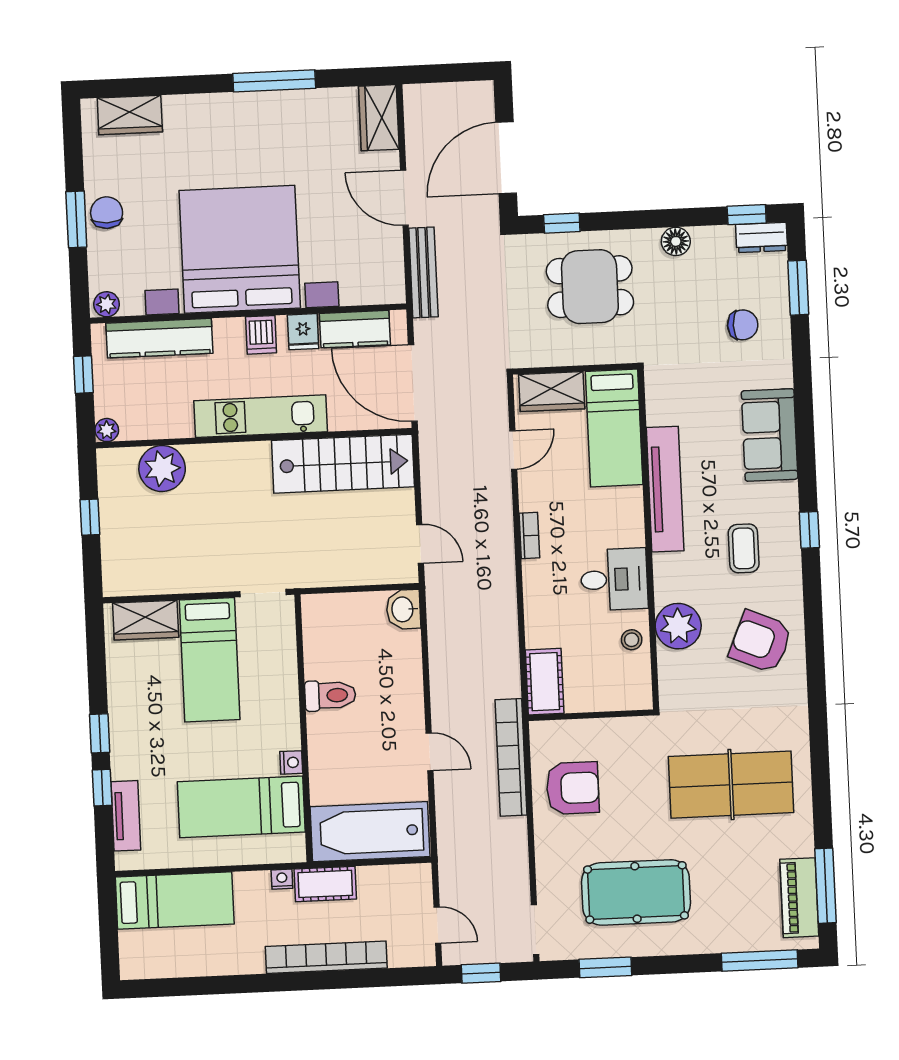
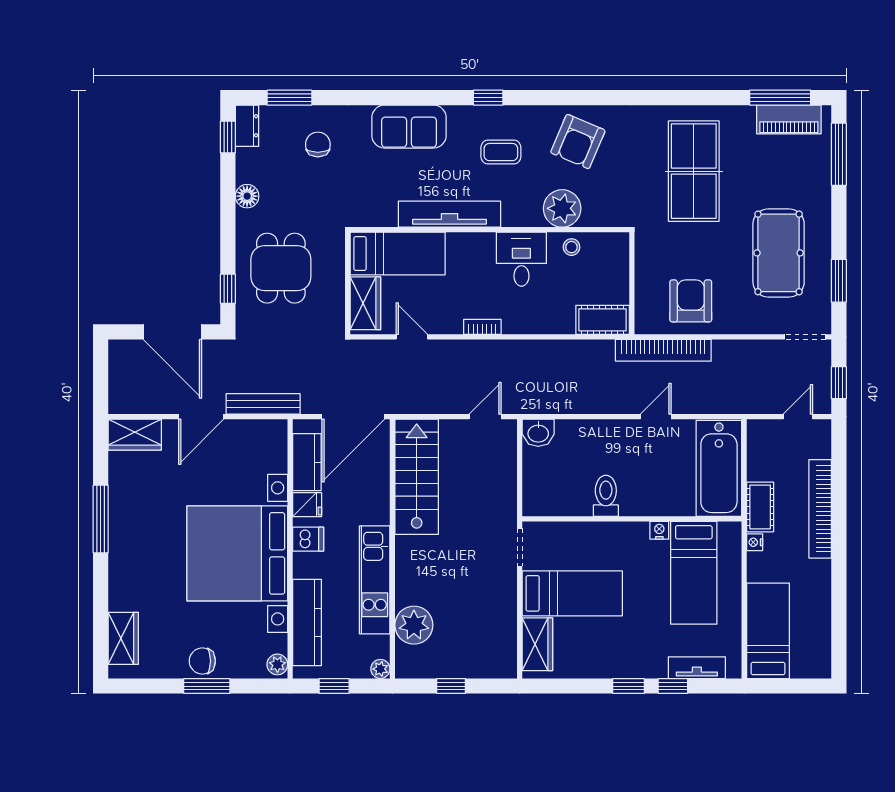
kitchen unit: (261, 416) -> (375, 580), moved

